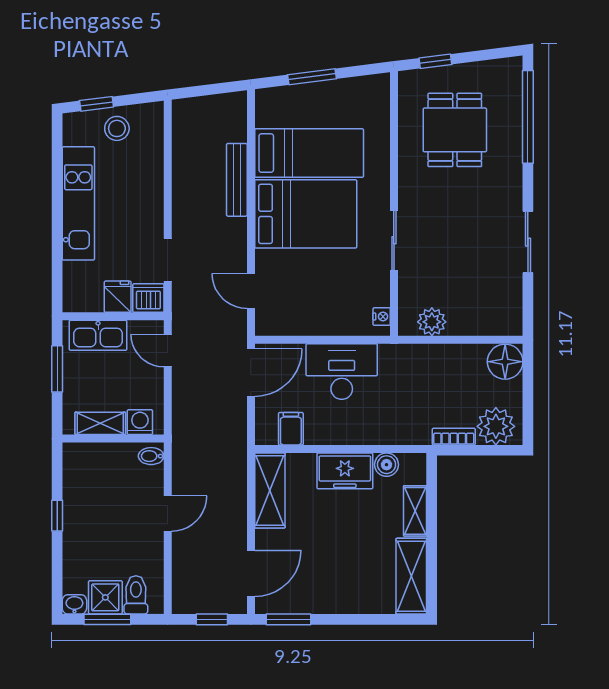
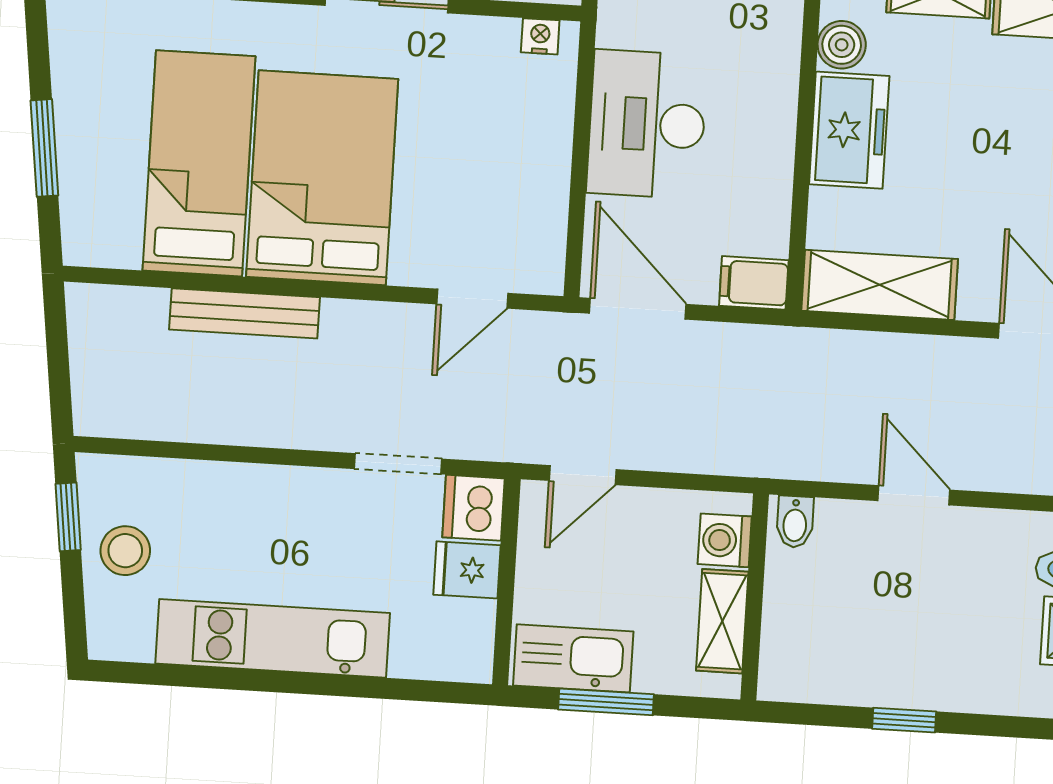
window: (97, 104) -> (68, 517), moved
kitchen sink: (98, 335) -> (573, 658), moved, turned -90
filing cabinet: (291, 429) -> (754, 283), moved

